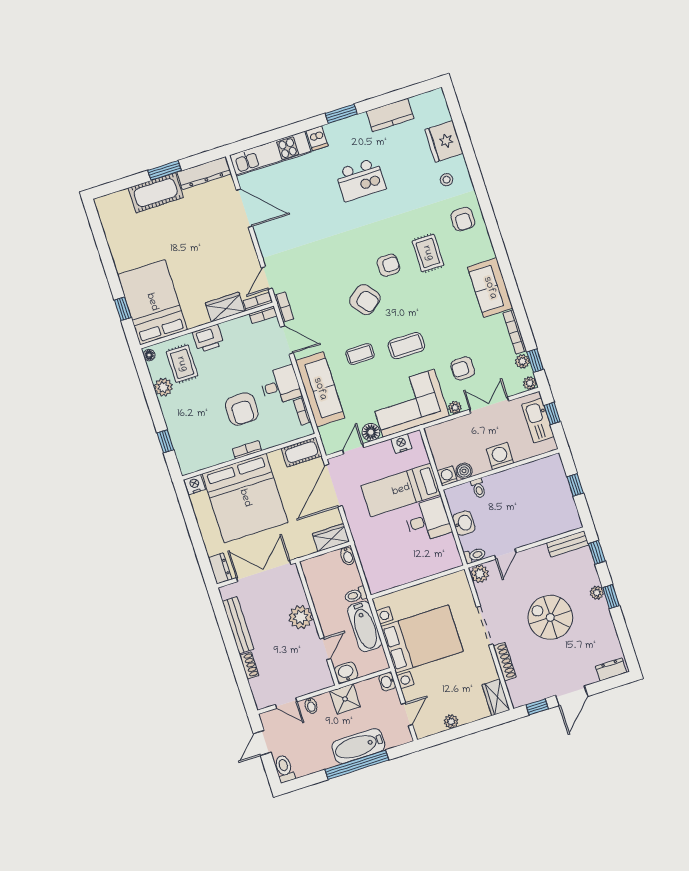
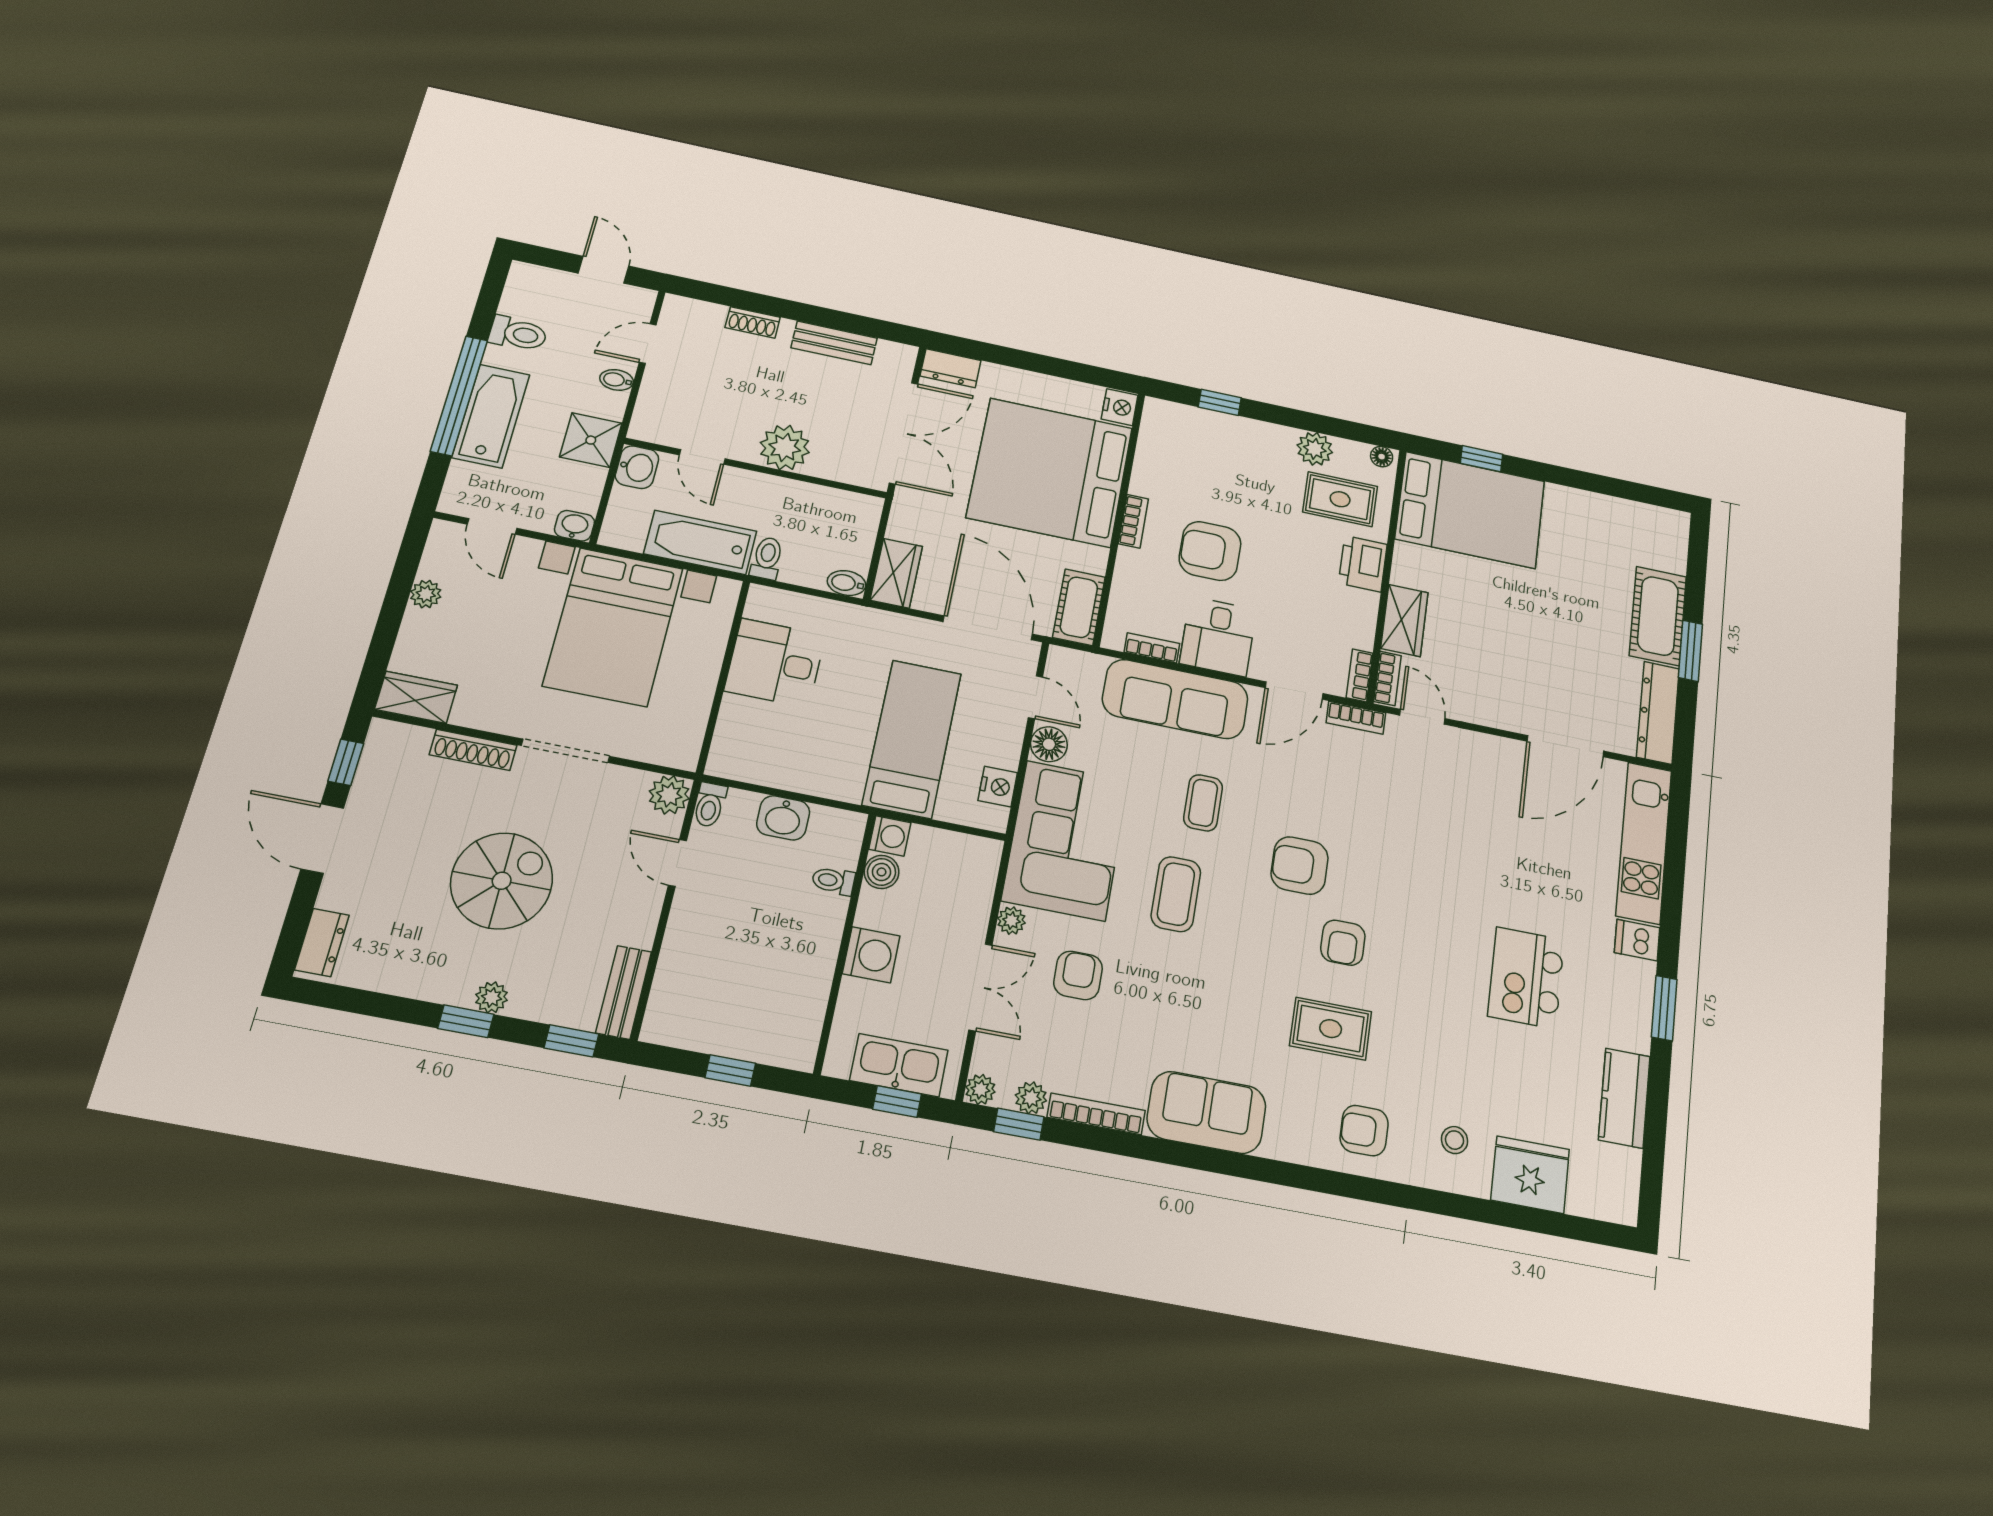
armchair: (365, 300) -> (1300, 866), turned 38
desk: (428, 520) -> (775, 663), moved, turned 90
bench: (238, 625) -> (834, 343), width x0.73
toilet: (284, 769) -> (518, 334), moved

